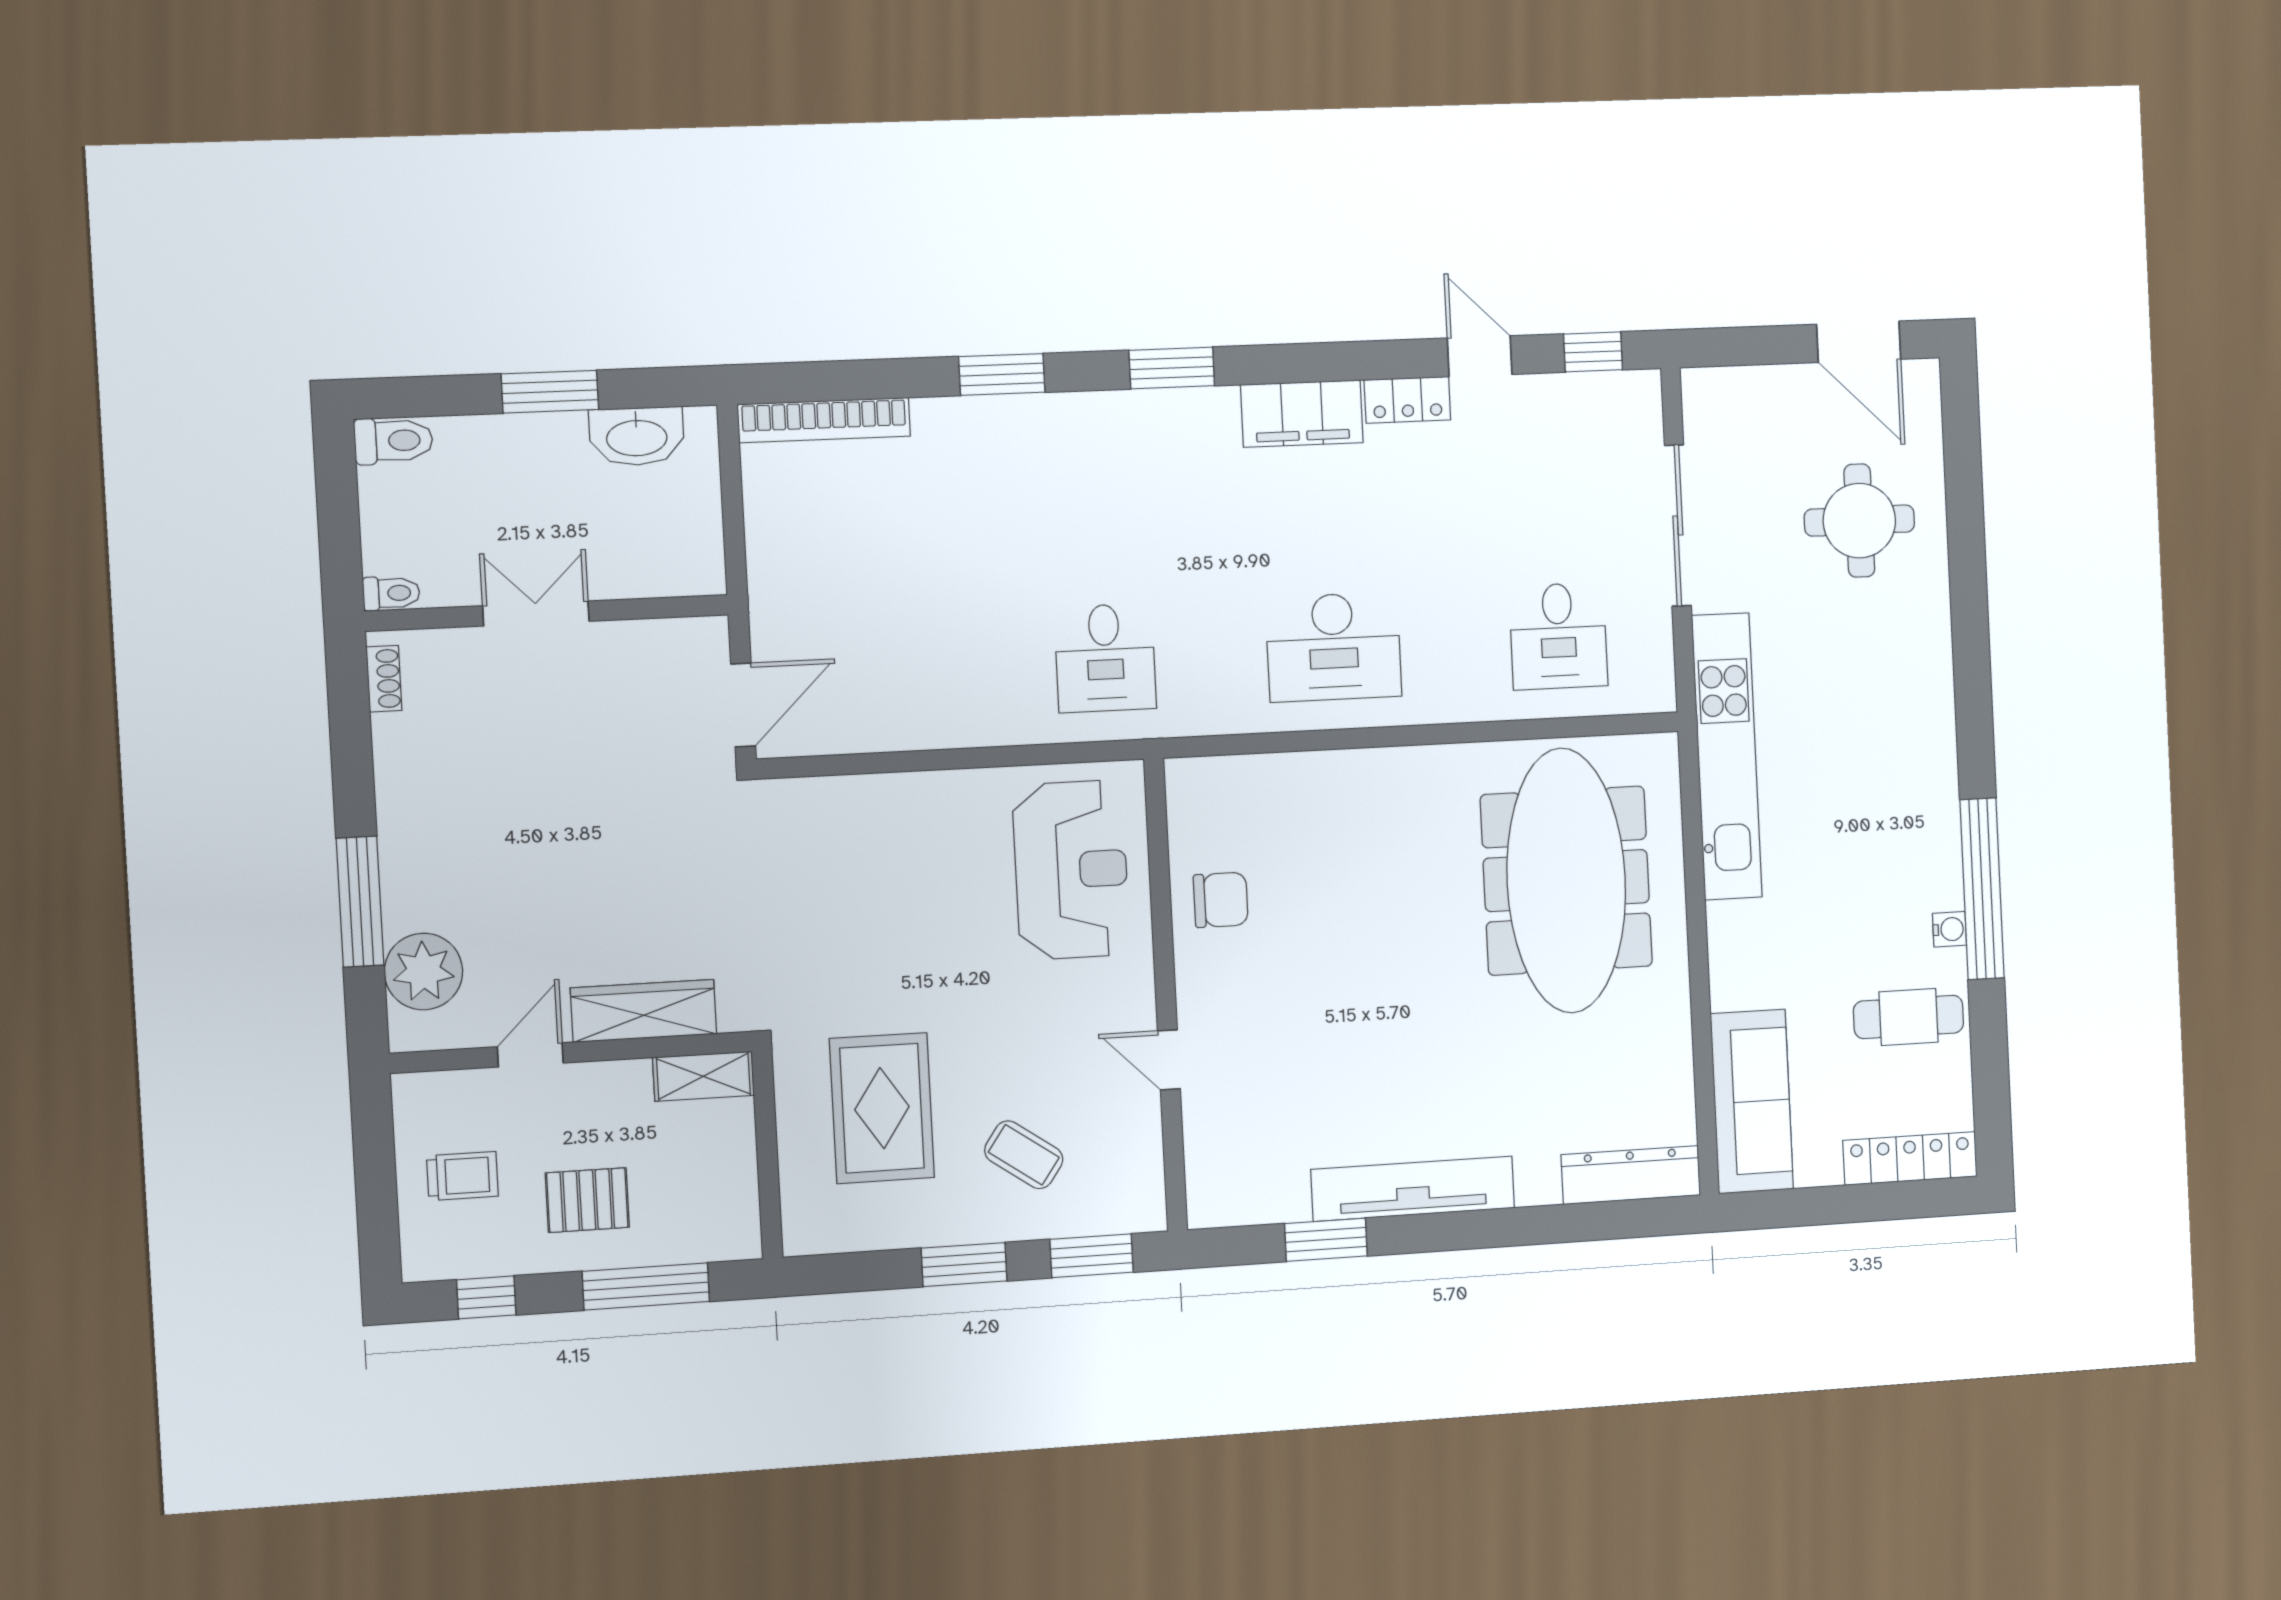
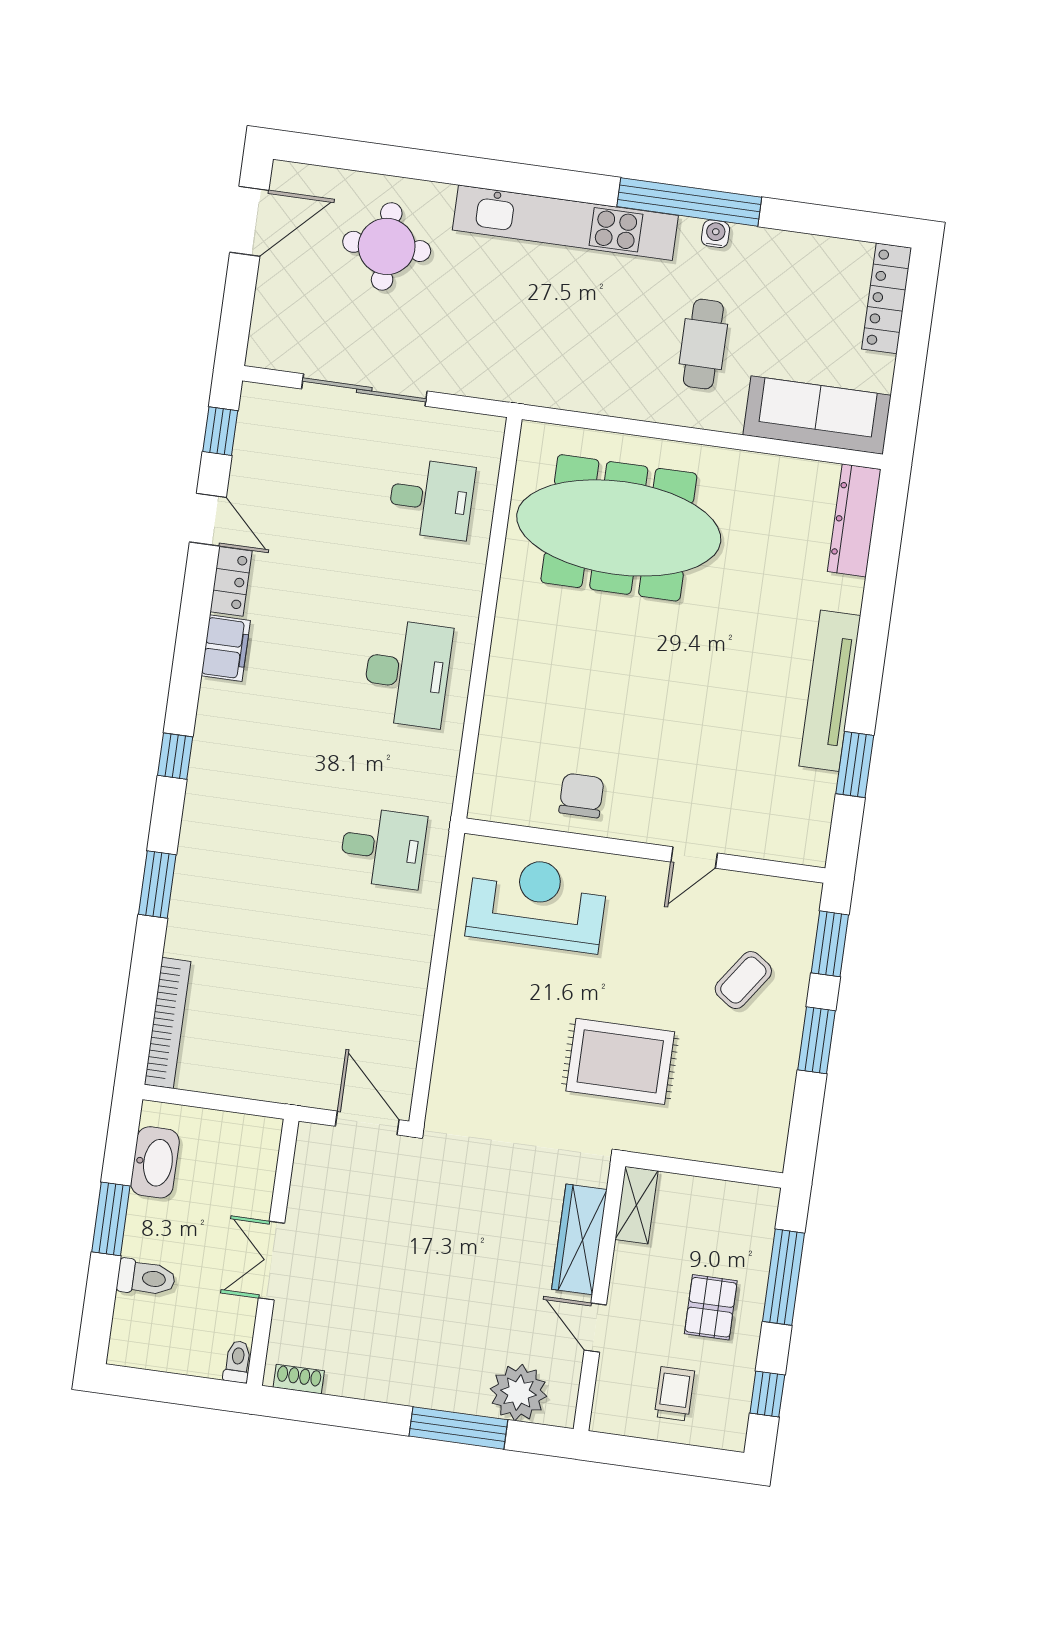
door: (1480, 356) -> (208, 520), swing flipped
window: (1172, 368) -> (175, 756), width x0.67
filing cabinet: (1302, 414) -> (226, 648), width x0.67, depth x0.86
toilet: (393, 441) -> (146, 1278), moved, turned 90
kitchen unit: (1727, 756) -> (565, 223), moved, turned 180
cafe table: (1909, 1017) -> (703, 344), moved
rug: (882, 1108) -> (620, 1061), moved

